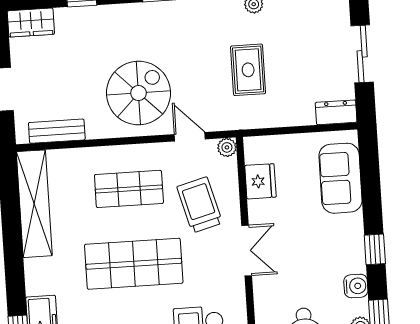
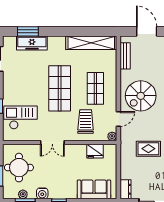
spiral stairs: (139, 93) -> (141, 96), turned 90
trolley: (200, 205) -> (86, 122), turned -75
double door: (247, 251) -> (52, 142), moved

